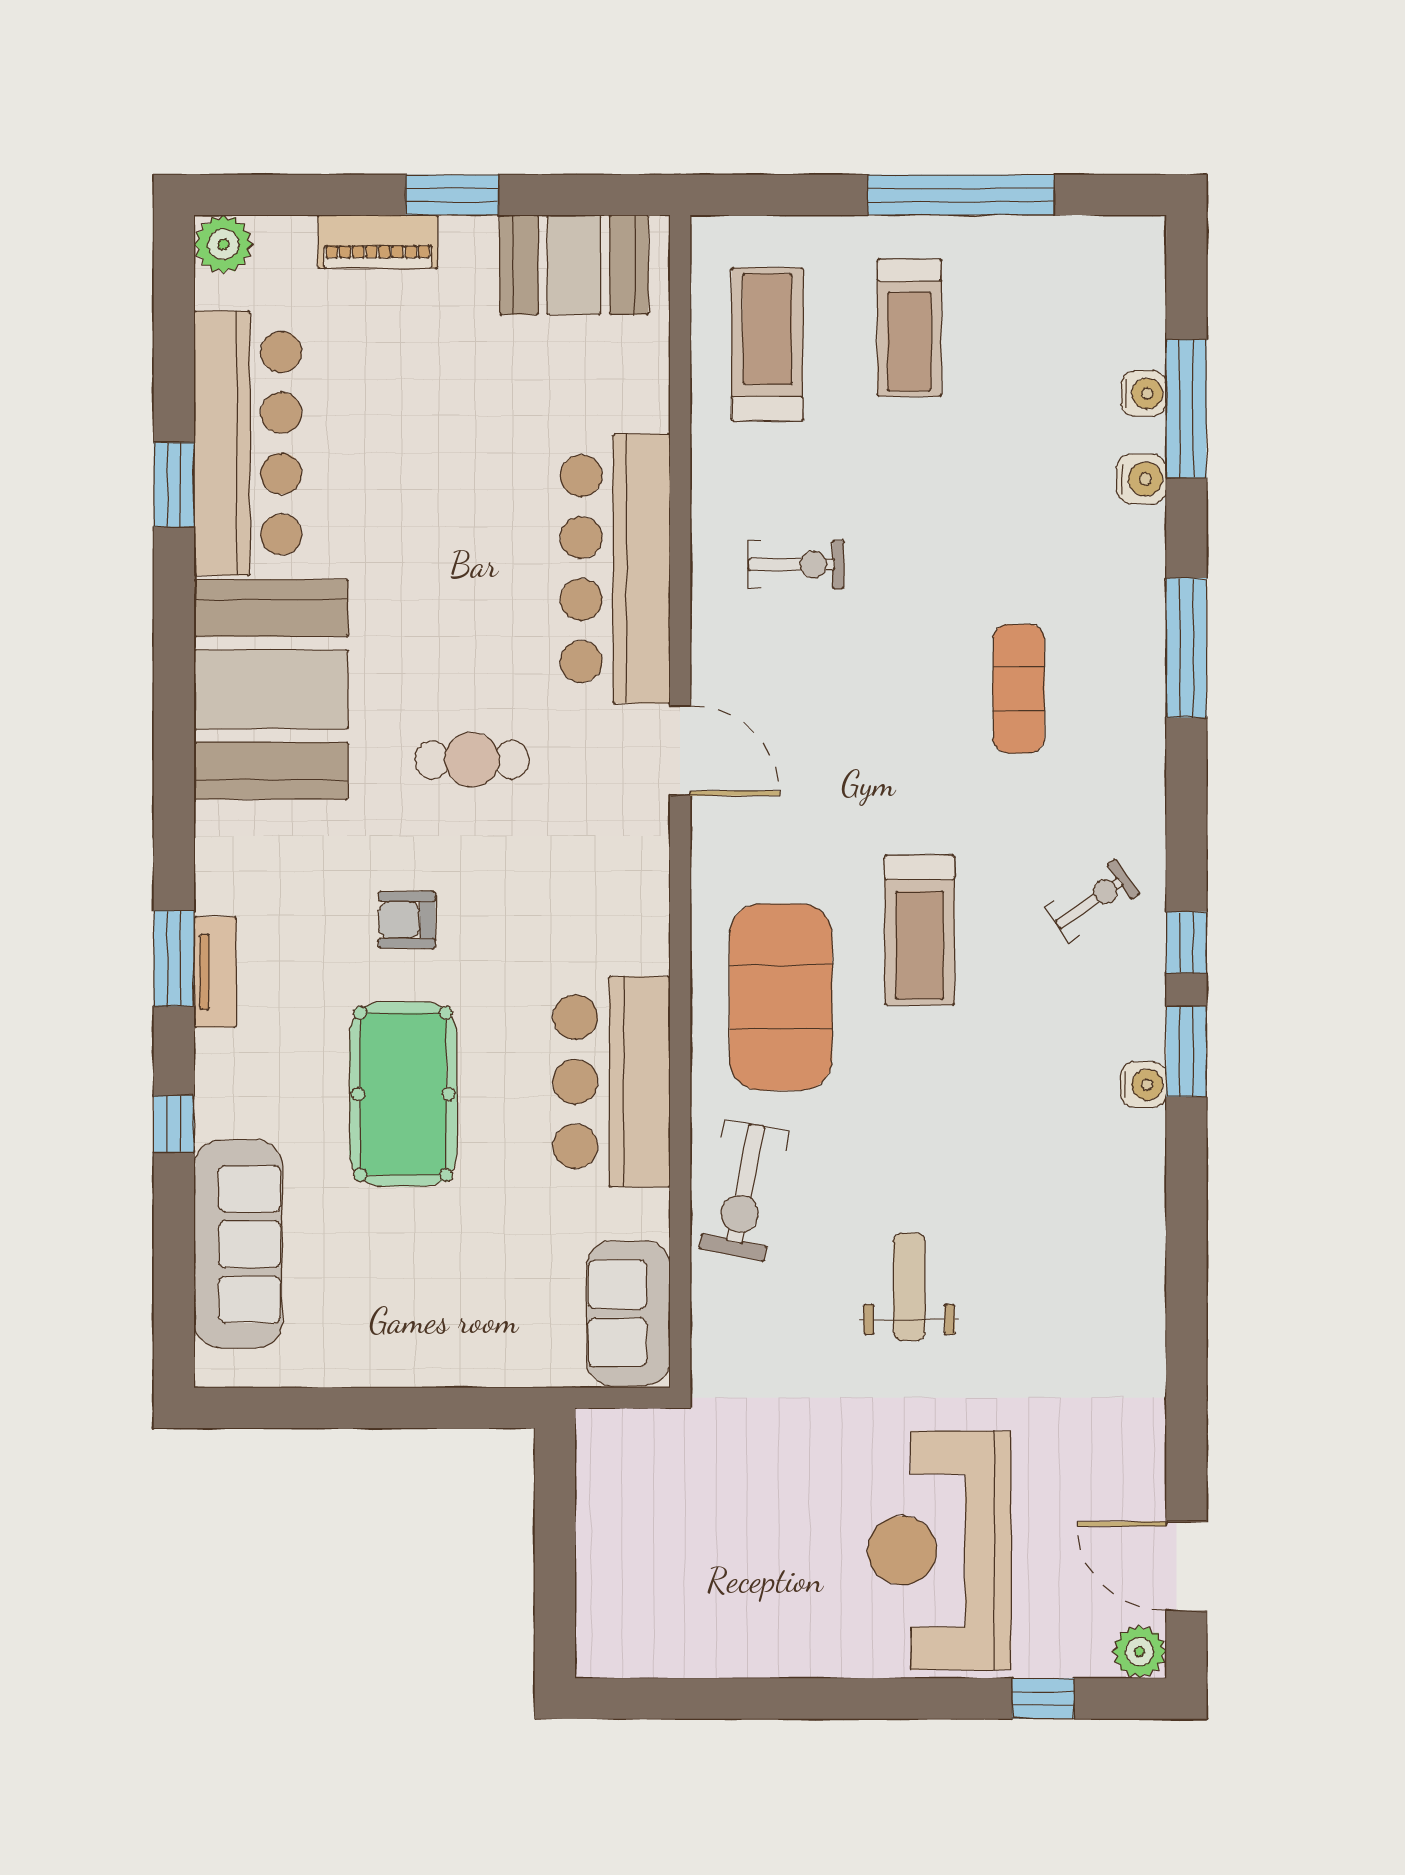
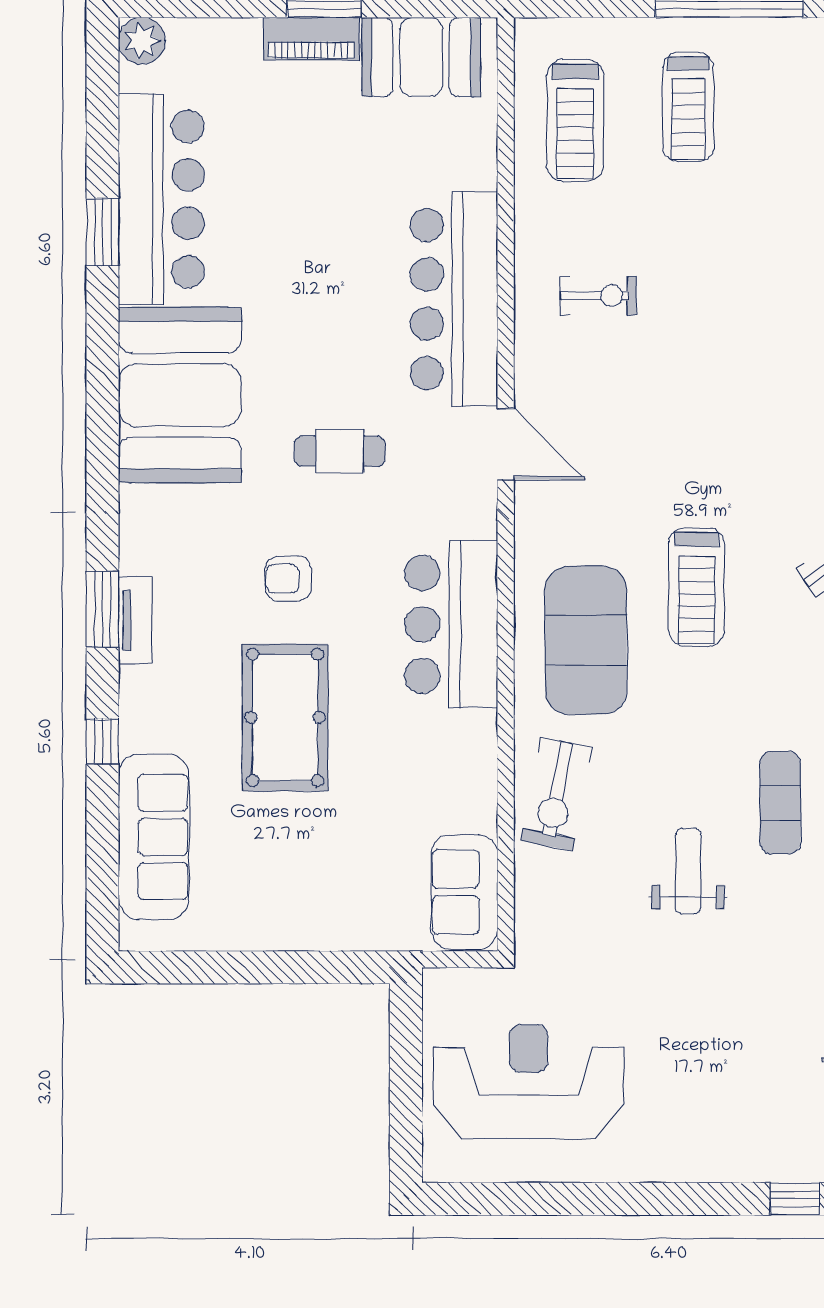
piano: (378, 242) -> (311, 39), moved
treadmill: (767, 344) -> (575, 120), turned 180
exercise mat: (1019, 689) -> (780, 803), moved
bar counter: (612, 1082) -> (451, 624), moved
reception desk: (939, 1550) -> (529, 1082), moved, turned 90

